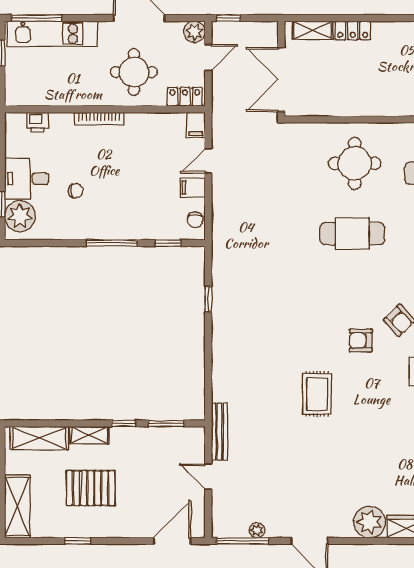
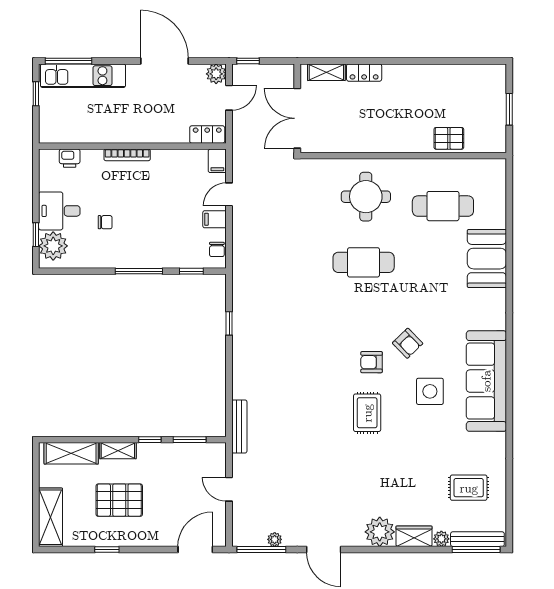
round table: (134, 72) -> (160, 111), removed
rug: (317, 394) -> (367, 413), moved
bench: (219, 432) -> (239, 426), moved

